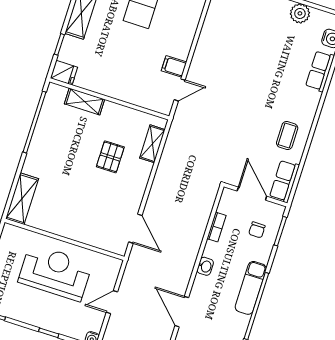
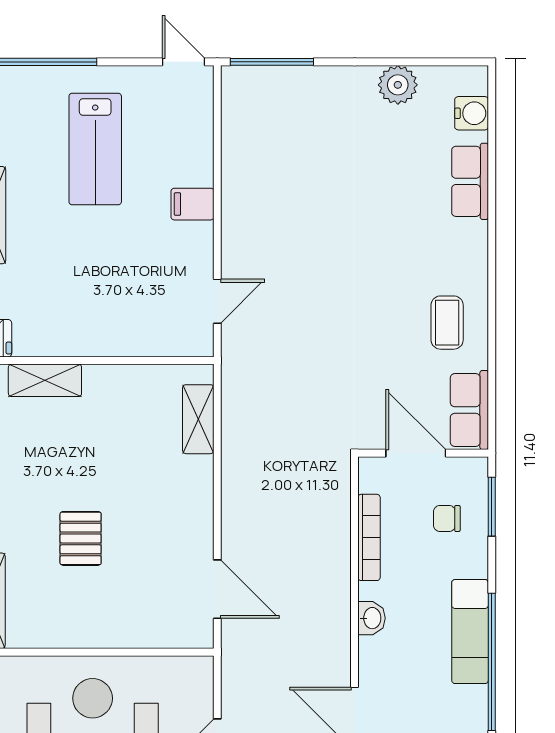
filing cabinet: (174, 66) -> (192, 204), moved
pallet: (110, 157) -> (81, 538), moved
bookcase: (216, 227) -> (369, 537), width x1.56
chair: (257, 230) -> (447, 518), turned 90

